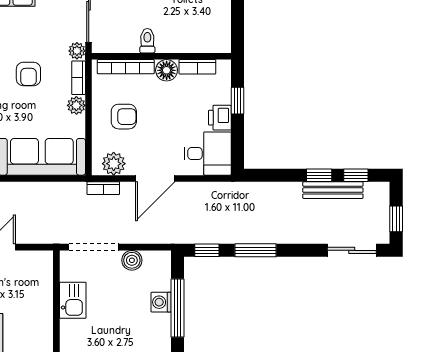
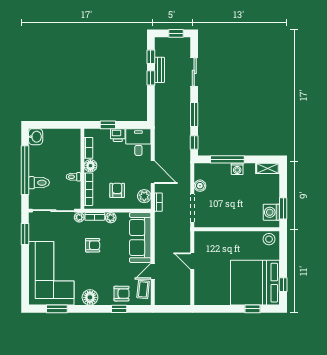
bench: (333, 190) -> (159, 70), width x0.73
sliding door: (352, 250) -> (194, 72), moved
kitchen sink: (73, 300) -> (223, 220), removed
washing machine: (161, 302) -> (237, 169), moved

